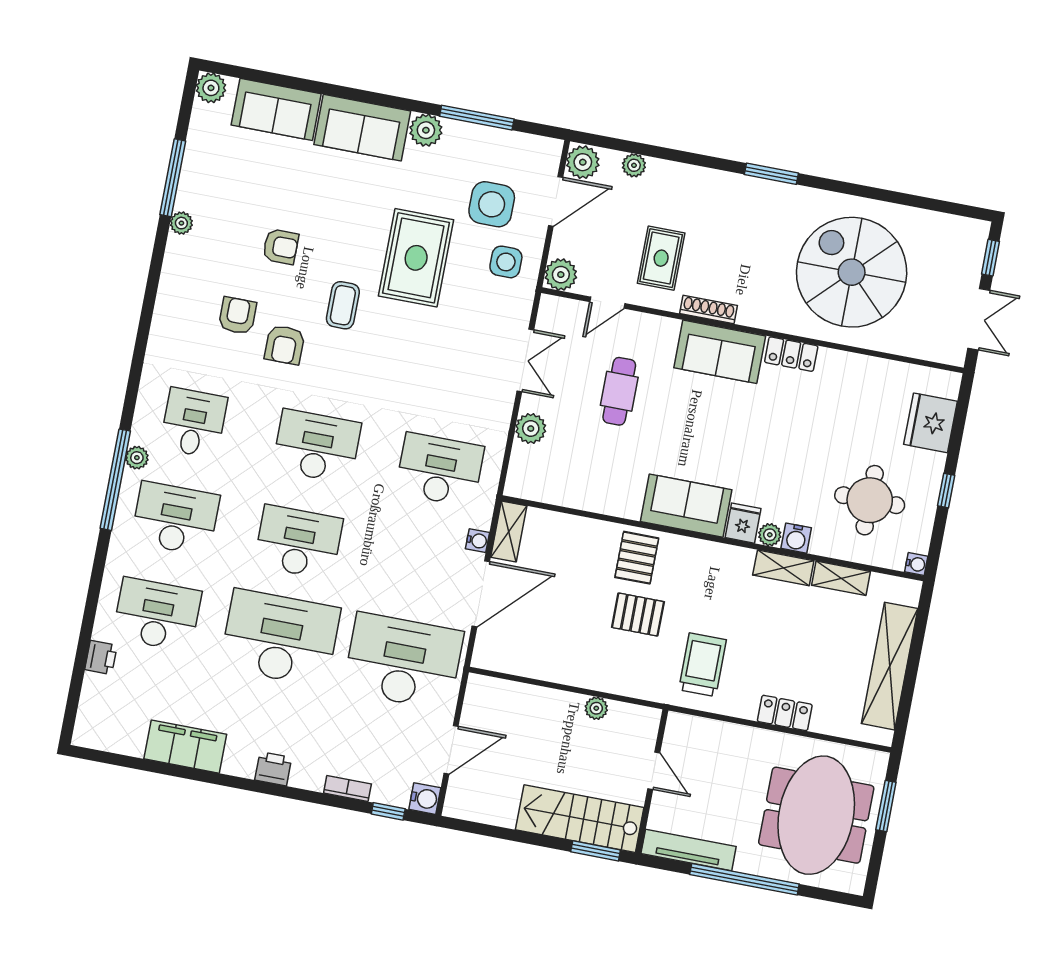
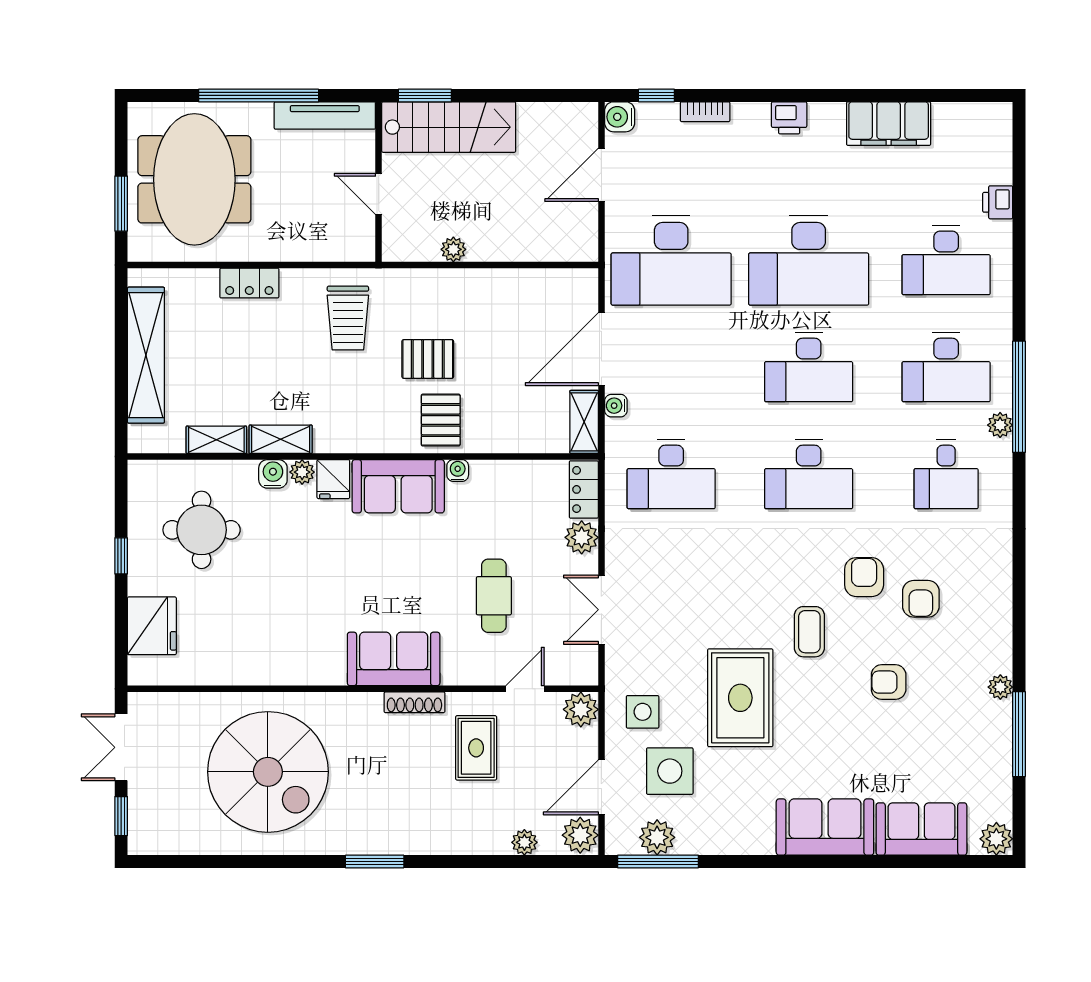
window: (477, 118) -> (658, 861), moved
plant: (426, 130) -> (657, 837), moved
locker: (791, 354) -> (584, 489), moved, turned -90
water cooler: (916, 564) -> (458, 471), moved, turned 90

